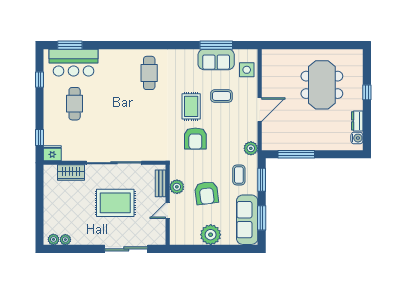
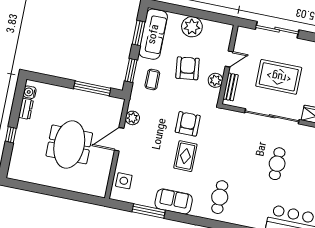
sofa: (216, 59) -> (174, 201), moved
meeting table: (322, 85) -> (69, 144), moved
coffee table: (221, 96) -> (154, 160), removed
cafe table: (75, 104) -> (277, 164), moved
plant: (251, 148) -> (132, 118), moved

